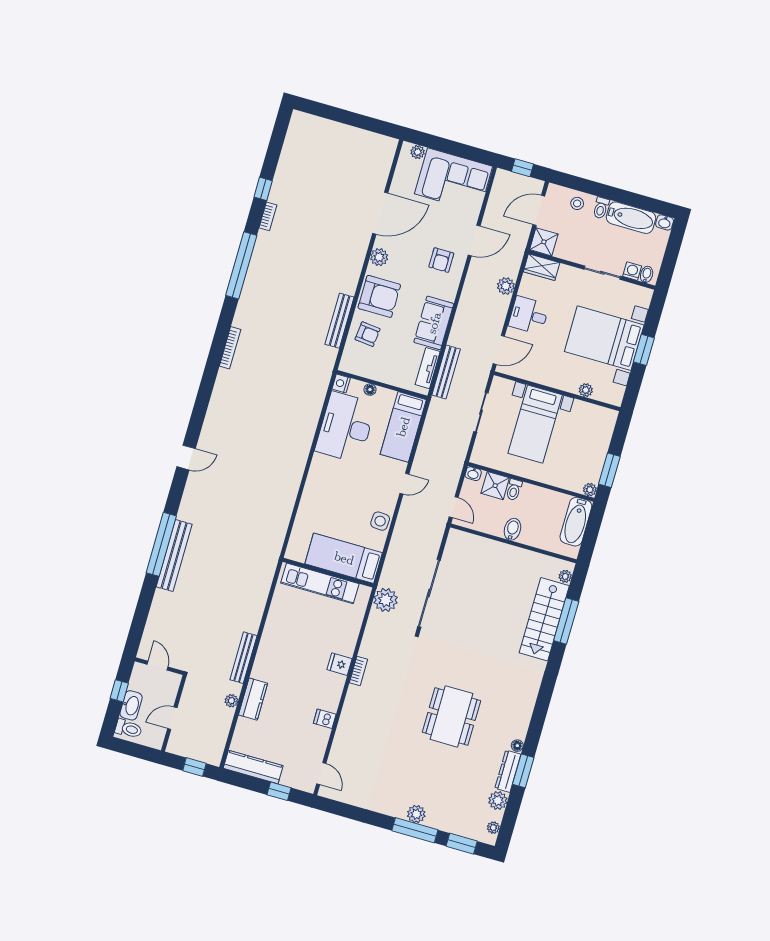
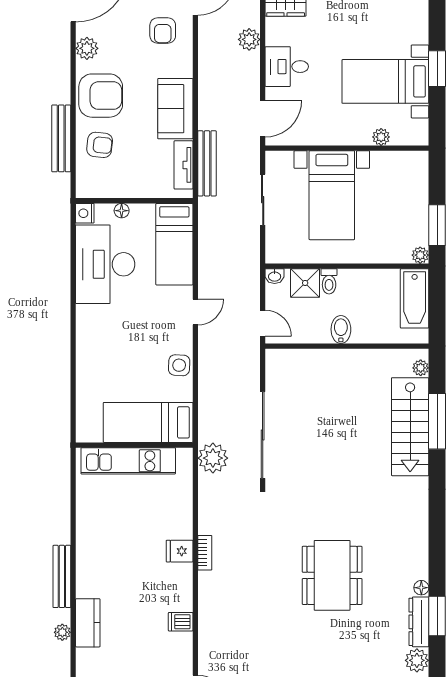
bed with nightstands: (604, 338) -> (385, 81), width x0.73

